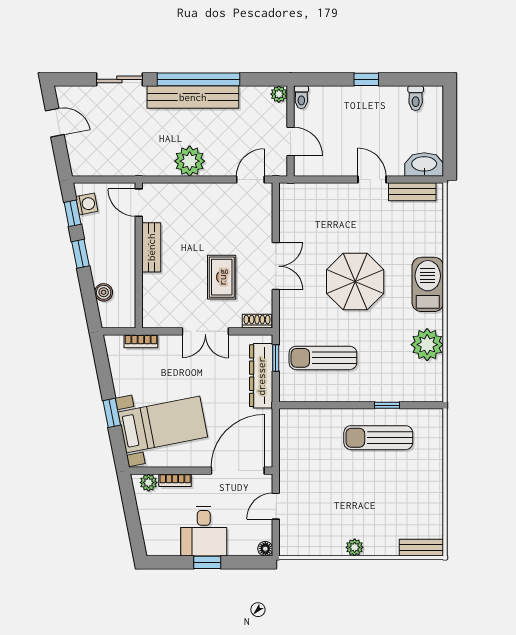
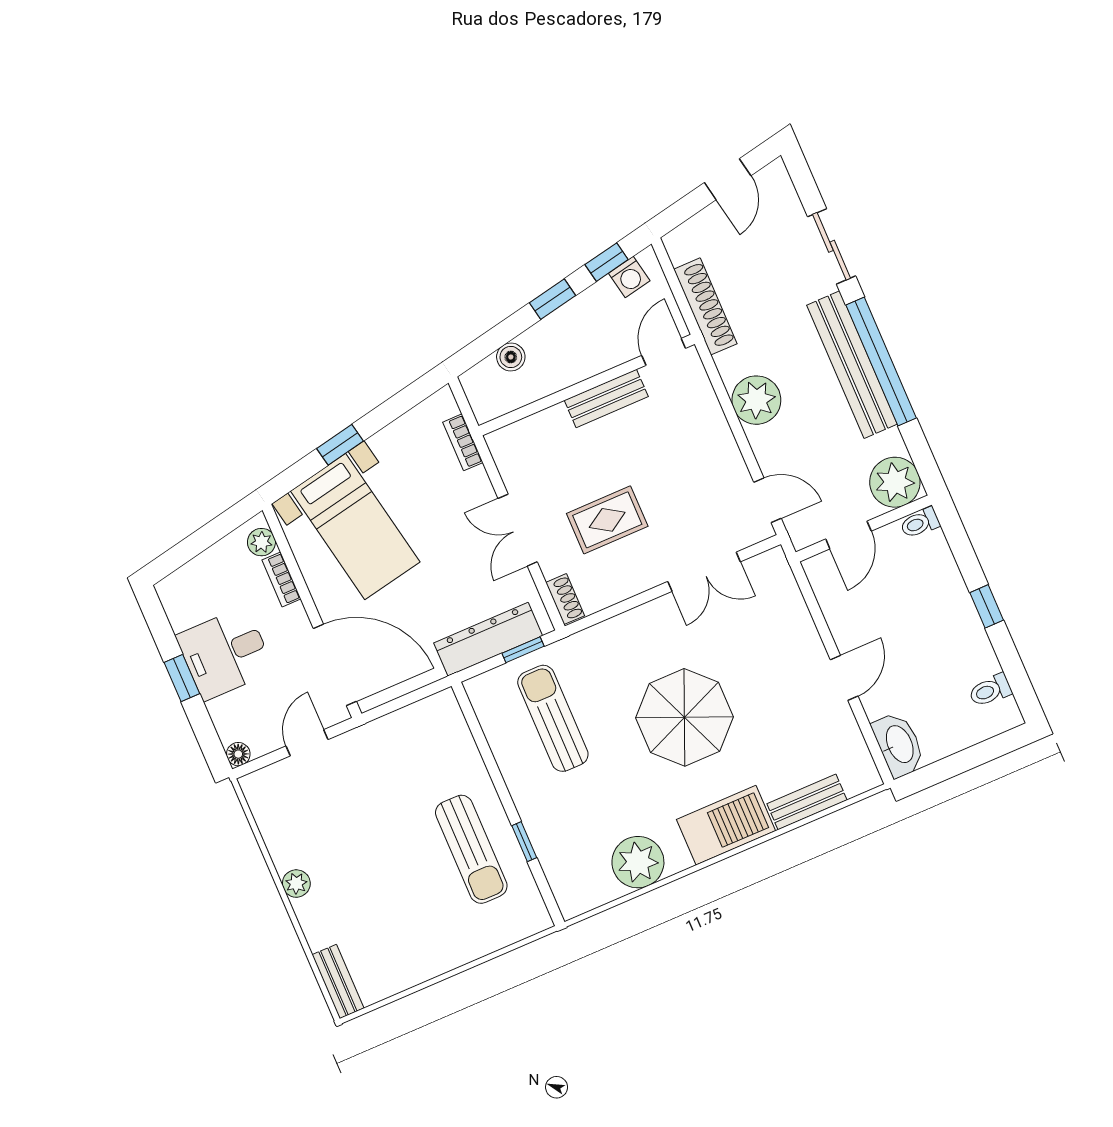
plant: (279, 94) -> (895, 482), width x1.88, depth x1.88
shoe rack: (123, 167) -> (705, 306), added
bench: (412, 192) -> (807, 802), moved, turned 90
double door: (276, 266) -> (704, 572), moved
sun lounger: (378, 438) -> (471, 849), turned 180
door: (276, 506) -> (307, 743), hinge flipped

